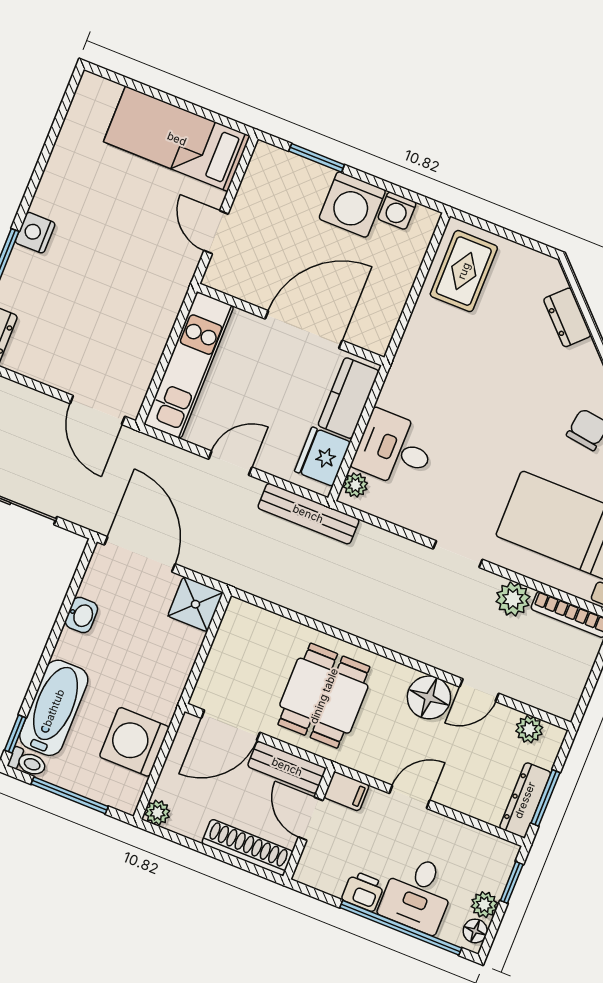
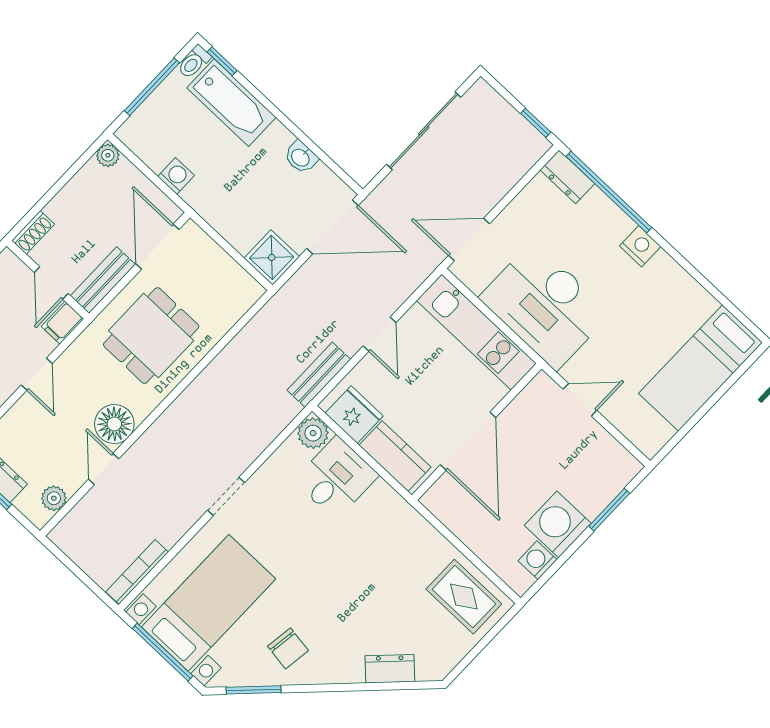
bed: (177, 139) -> (701, 368), moved, turned 180
desk: (134, 306) -> (545, 305), added
plant: (355, 485) -> (313, 433), width x1.38, depth x1.38
bench: (308, 514) -> (319, 375), width x0.73
plant: (513, 599) -> (170, 528), removed
dining table: (324, 696) -> (151, 336), turned 90
washing machine: (134, 742) -> (176, 176), width x0.53, depth x0.53
door: (311, 819) -> (51, 283), swing flipped
shoe rack: (247, 847) -> (33, 232), width x0.51, depth x0.81

